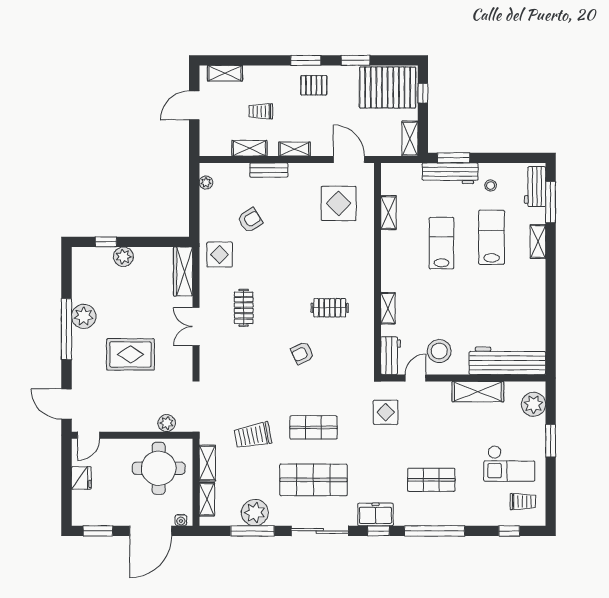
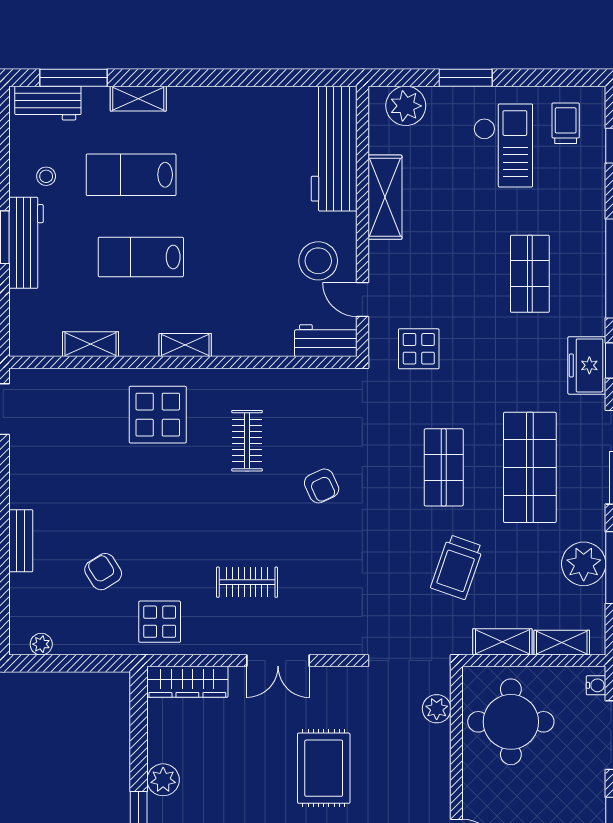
display table: (339, 203) -> (158, 415), moved
shelving: (388, 308) -> (185, 345), moved
trolley: (253, 435) -> (457, 567), turned 30

